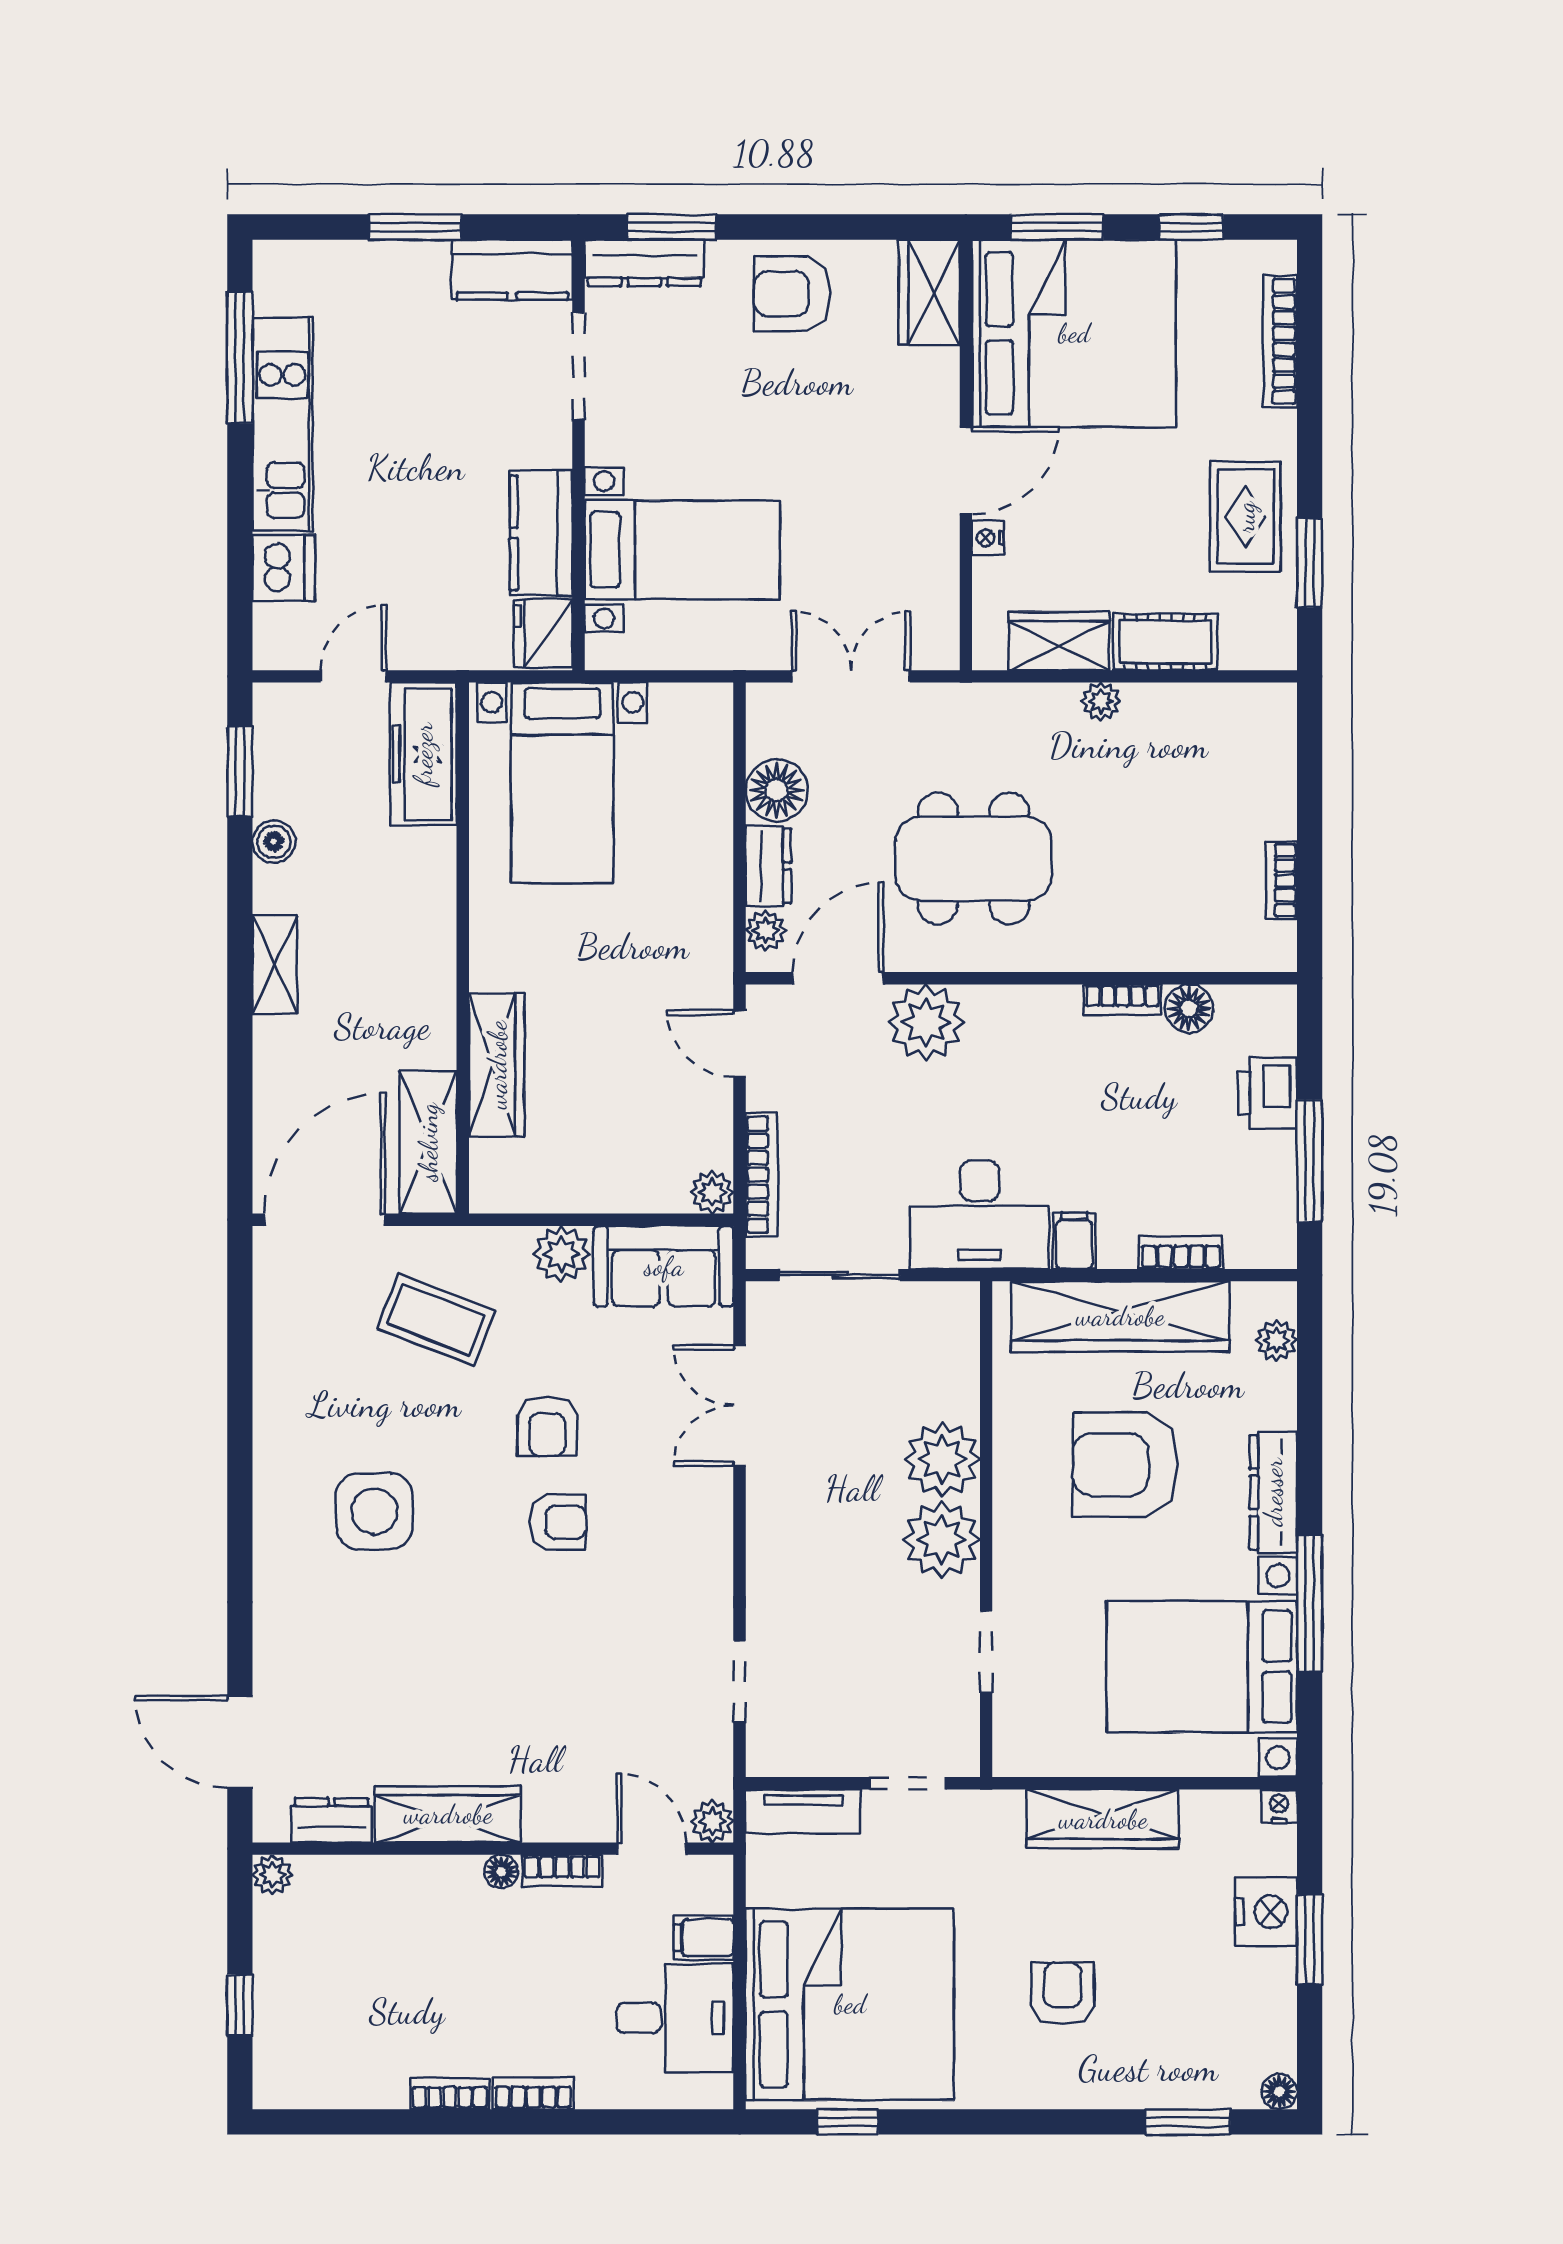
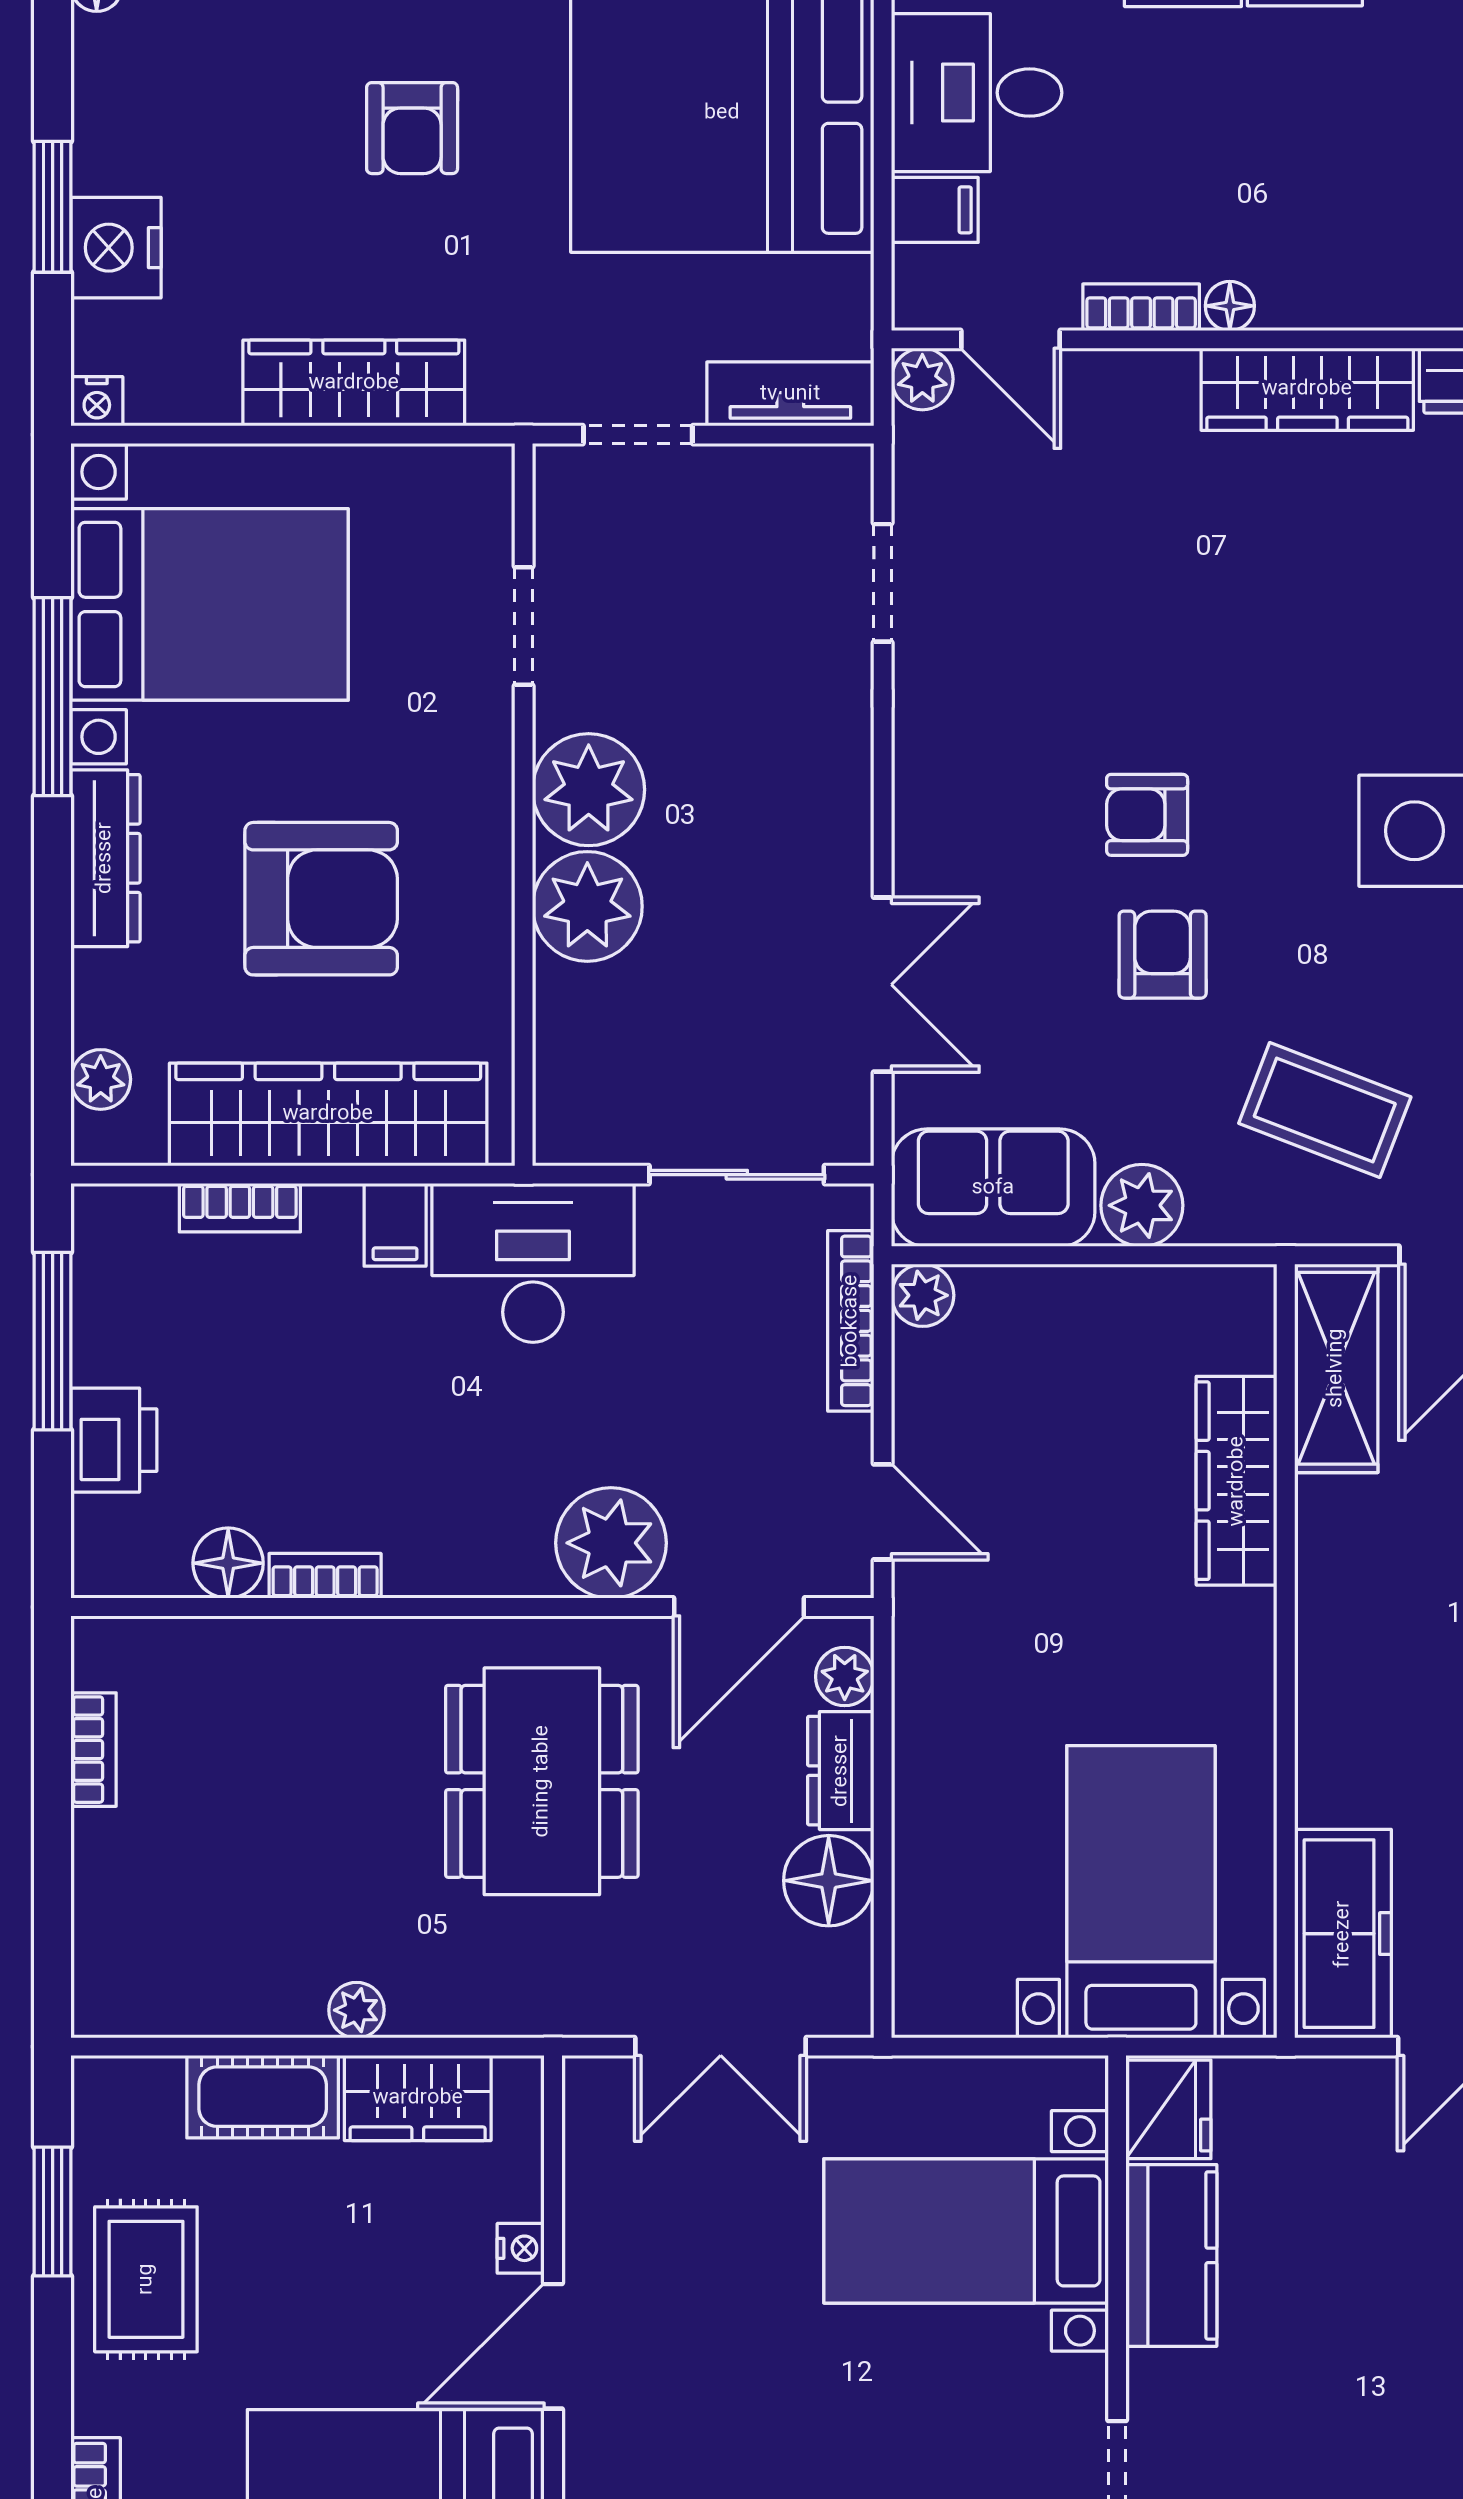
dining table: (974, 859) -> (542, 1781), turned 90

